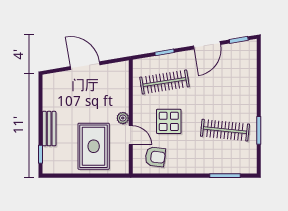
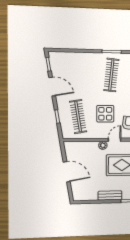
door: (85, 66) -> (67, 172), swing flipped

